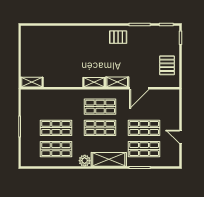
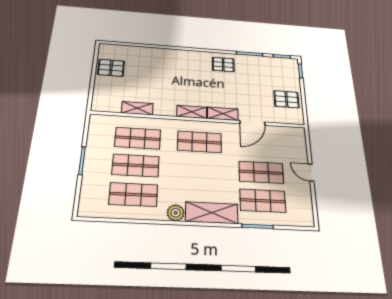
pallet: (32, 48) -> (111, 68), added
pallet: (167, 65) -> (286, 99), turned 90
shelving: (32, 82) -> (137, 108), moved
shop shelf: (100, 128) -> (138, 138), moved
door: (180, 137) -> (311, 173), moved

